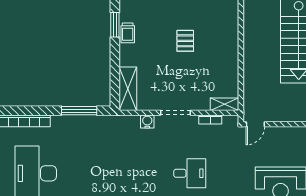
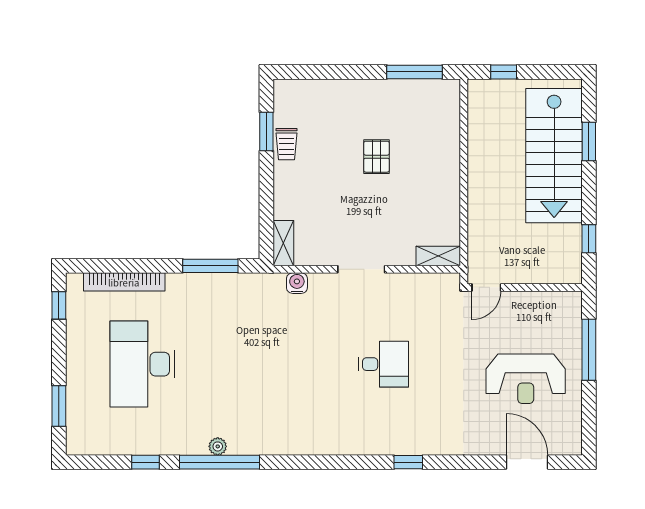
shelving: (128, 89) -> (283, 243), width x0.67, depth x0.75
bookcase: (210, 120) -> (416, 280), removed
water cooler: (147, 122) -> (297, 283), moved

